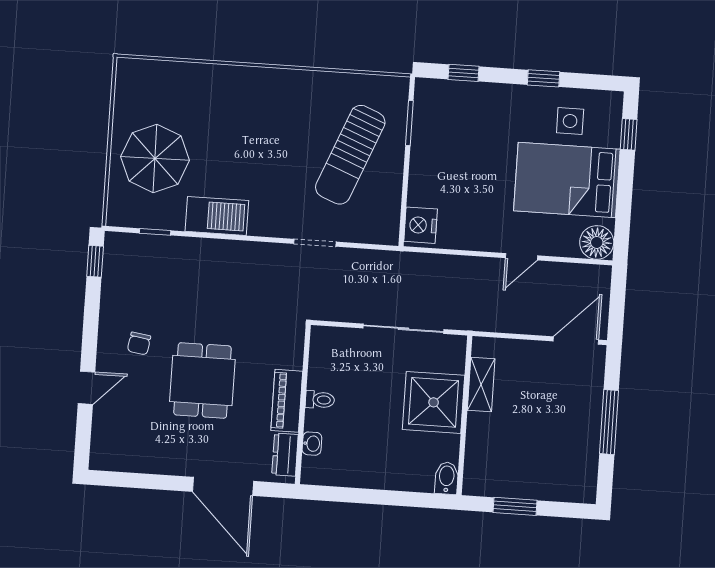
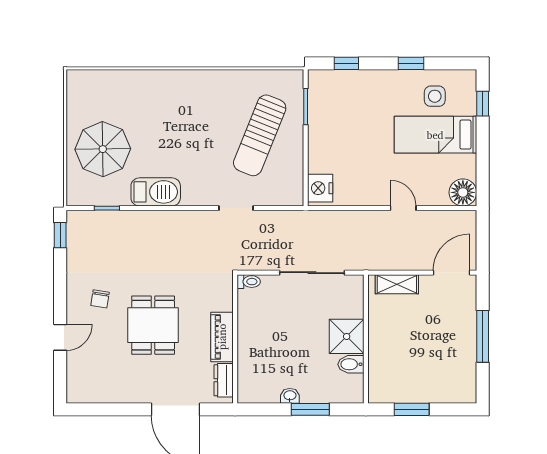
bed: (567, 180) -> (435, 135), width x0.67
door: (522, 257) -> (403, 208), swing flipped
shelving: (481, 384) -> (397, 284), moved, turned 90
toilet: (320, 400) -> (249, 282), moved
shower: (434, 402) -> (347, 336), width x0.73, depth x0.73
washbasin: (312, 444) -> (290, 396), moved, turned -90
bidet: (447, 478) -> (351, 364), moved, turned -90
window: (390, 498) -> (310, 409), added

